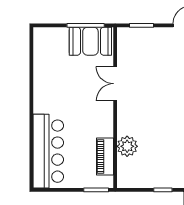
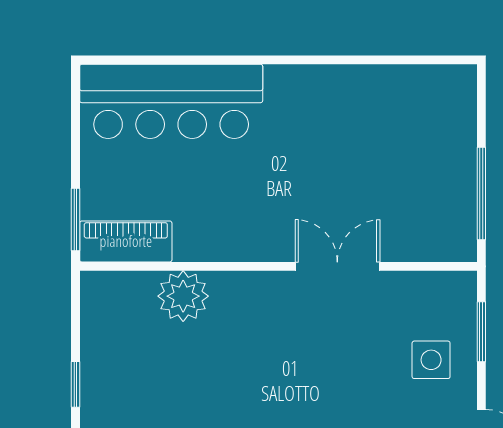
booth: (90, 41) -> (442, 206), removed
side table: (153, 46) -> (431, 360), added
piano: (105, 156) -> (126, 241), moved

